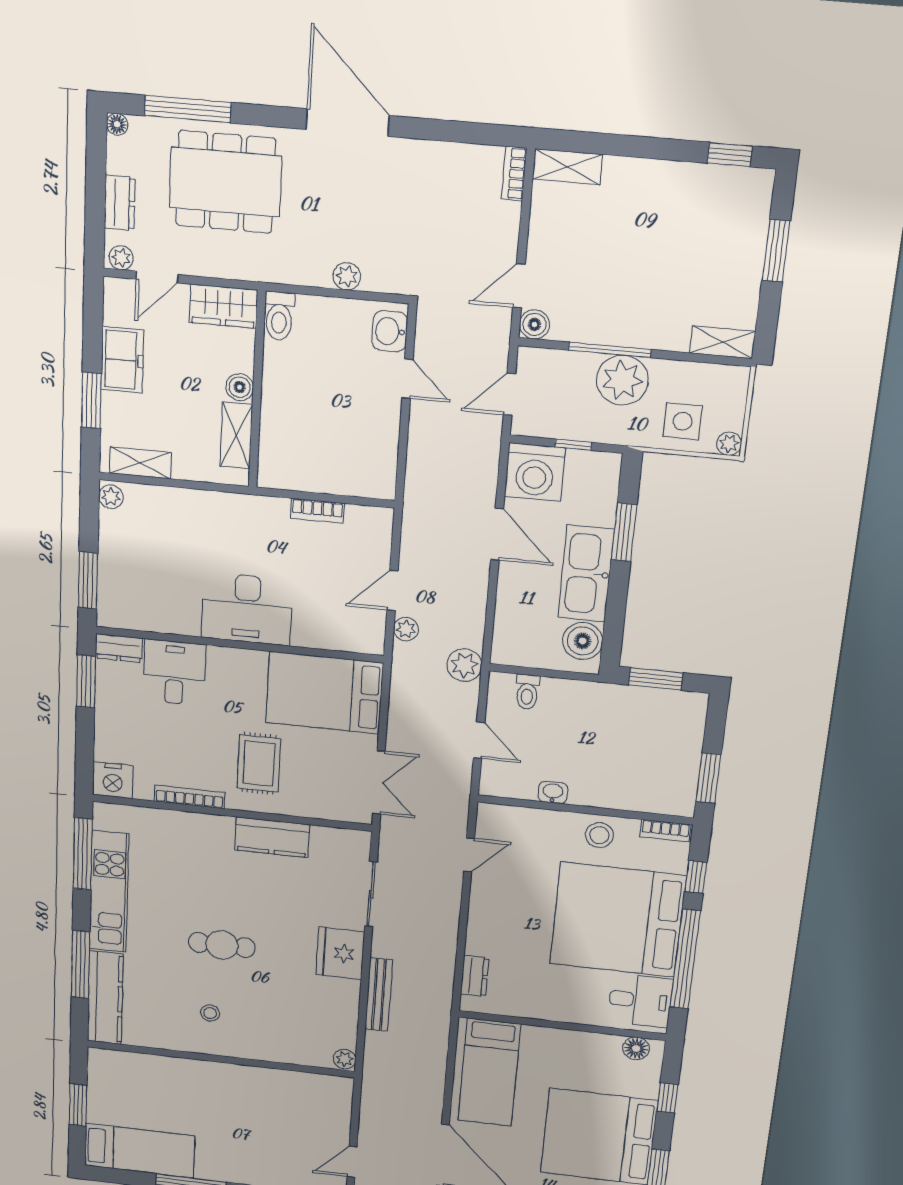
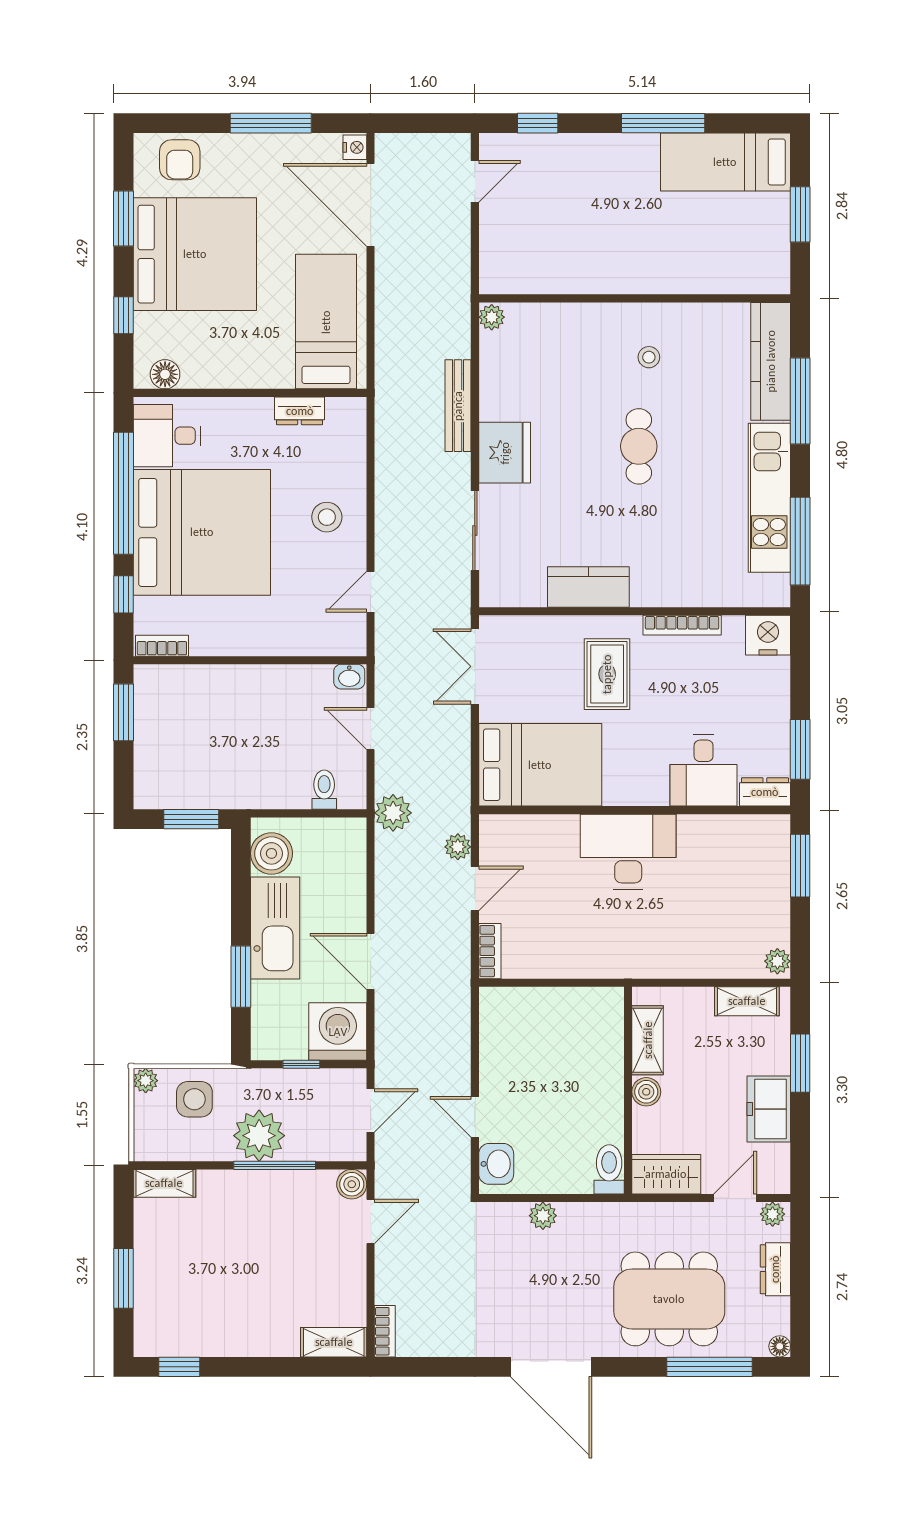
bookcase: (317, 511) -> (490, 951), moved, turned 90
washbasin: (553, 792) -> (349, 677), moved
stool: (599, 835) -> (327, 517), moved
cafe table: (222, 945) -> (639, 446), turned 90
dresser: (475, 976) -> (300, 411), moved, turned -90

